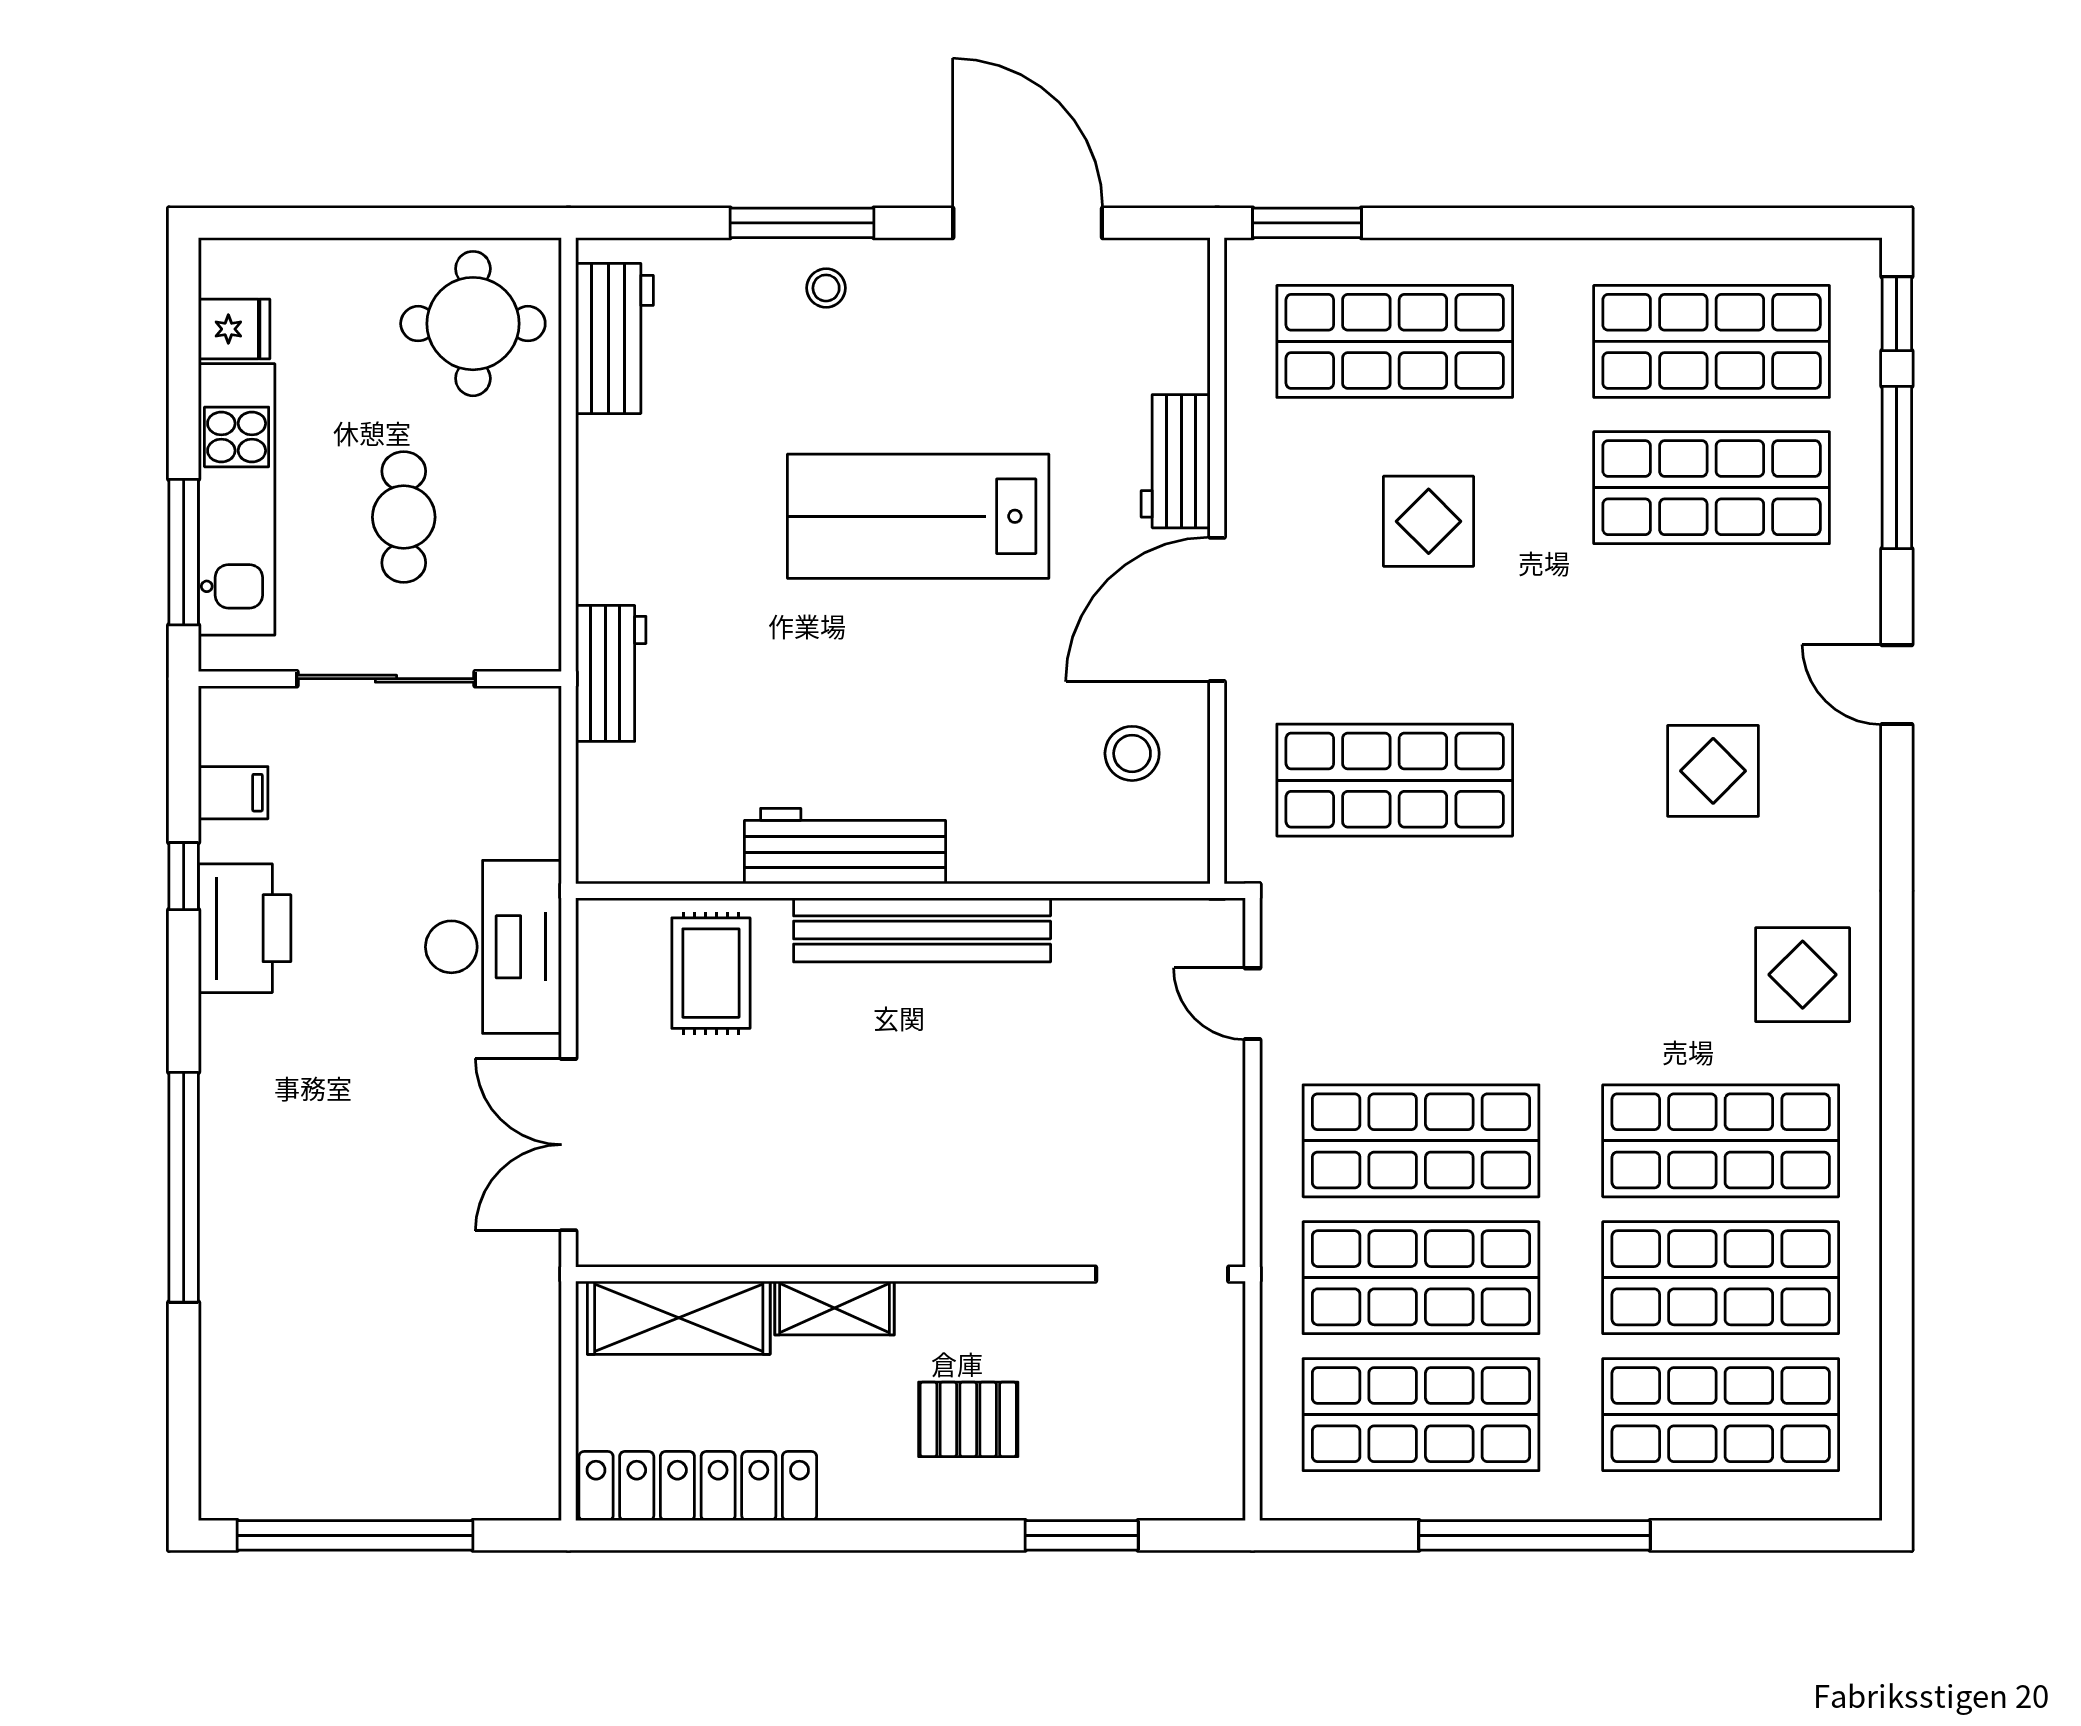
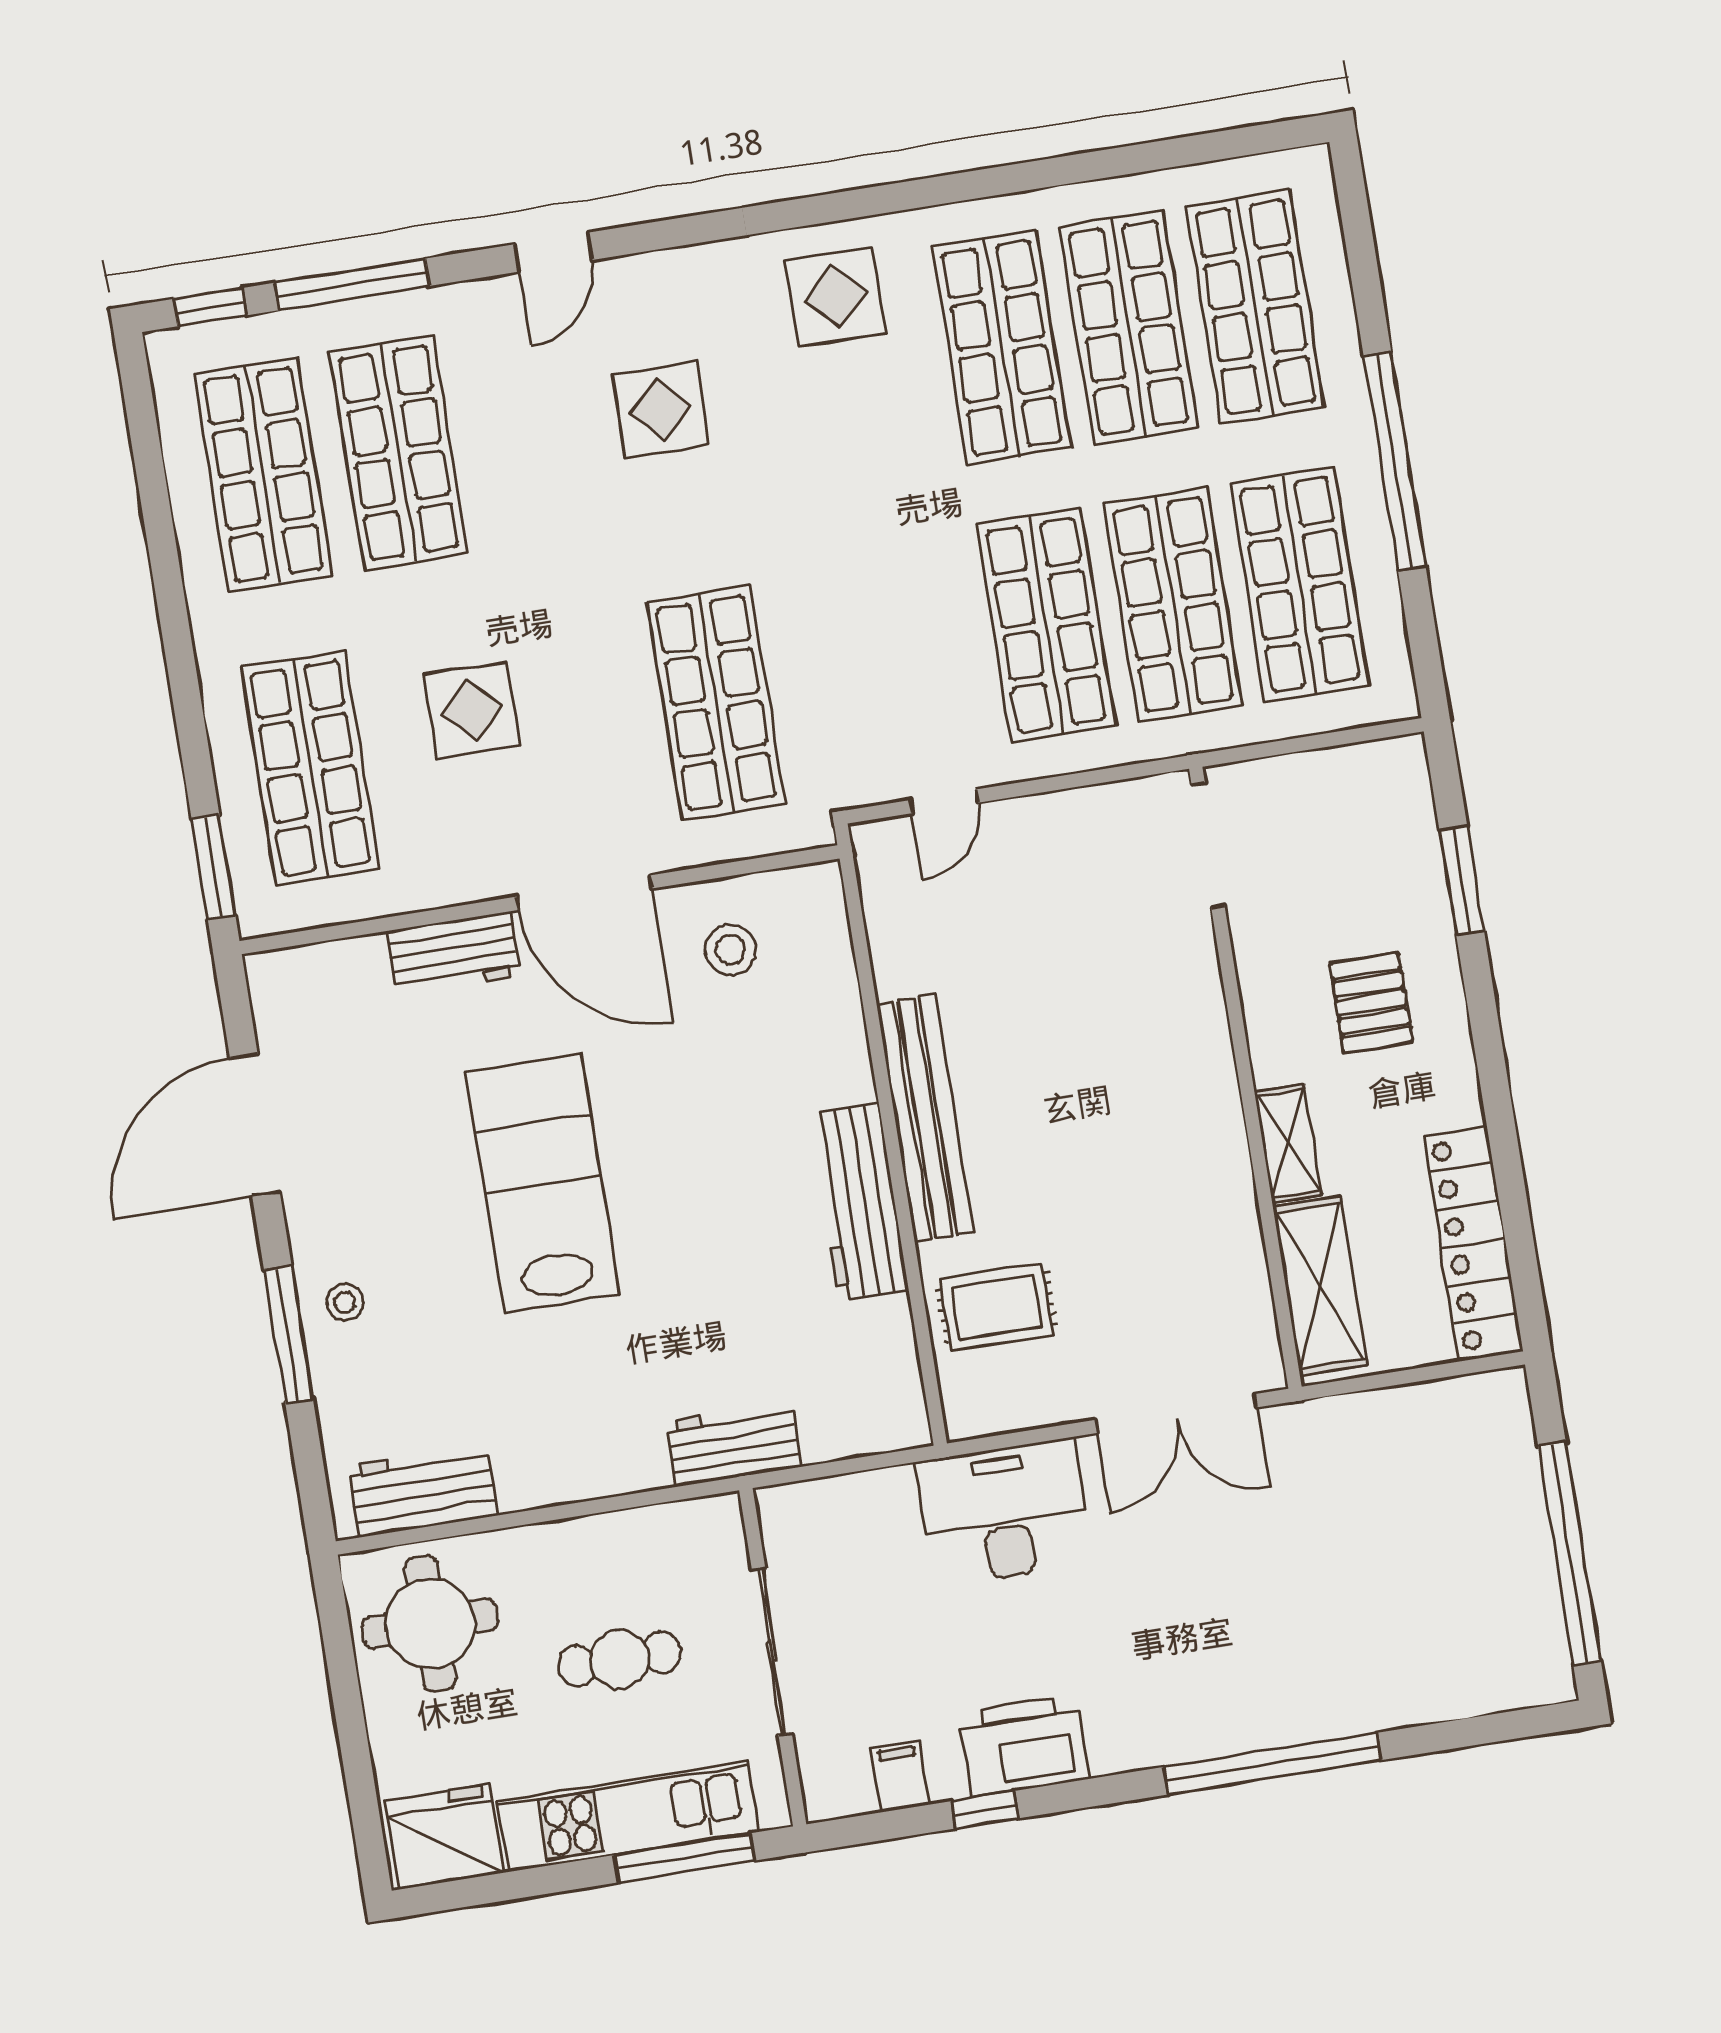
fridge: (234, 329) -> (444, 1837), width x1.88, depth x1.34
lab bench: (918, 516) -> (543, 1183), turned 180

